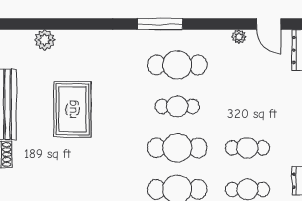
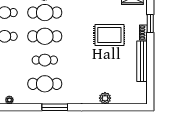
plant: (45, 40) -> (105, 98), moved
rug: (72, 109) -> (109, 35), moved, turned 90

